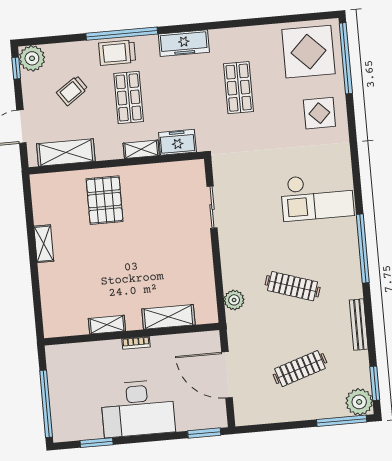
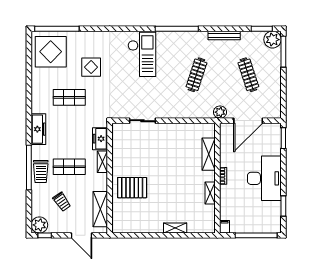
display table: (319, 113) -> (91, 67), moved
shelving: (44, 244) -> (175, 228), moved
plant: (234, 300) -> (220, 112), moved
filing cabinet: (55, 352) -> (225, 227), added

